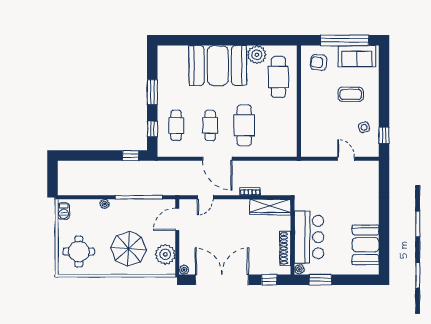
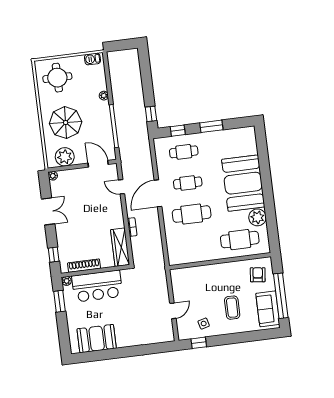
double door: (222, 280) -> (48, 211), width x0.54

